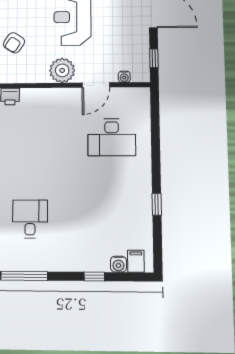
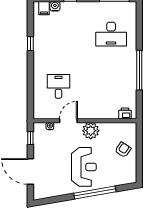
desk: (112, 137) -> (58, 86), width x0.73
desk: (30, 219) -> (111, 34), width x1.37

